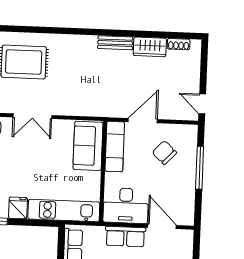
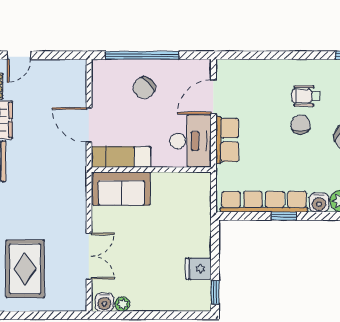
door: (202, 104) -> (19, 55), moved
chair: (164, 153) -> (144, 88), moved
window: (200, 168) -> (142, 55), width x1.46
kitchen unit: (64, 210) -> (199, 214), removed

